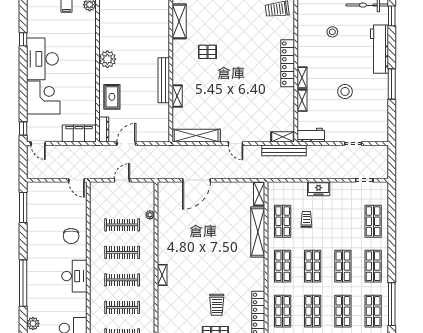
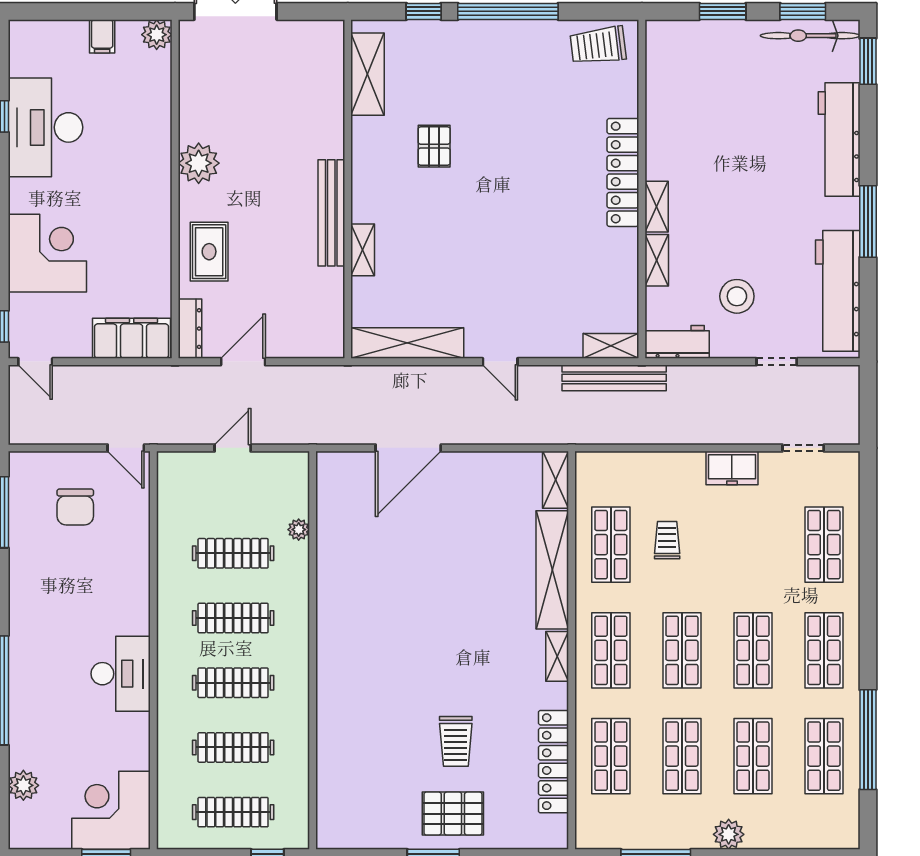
stool: (332, 32) -> (728, 99), removed
pallet: (207, 52) -> (434, 146), turned 90
desk: (42, 59) -> (45, 127), moved
stool: (345, 91) -> (737, 296), moved
workbench: (379, 113) -> (838, 291), added
freezer: (319, 189) -> (732, 468), moved
chair: (71, 236) -> (75, 507), moved
shelving: (162, 275) -> (557, 656), moved

